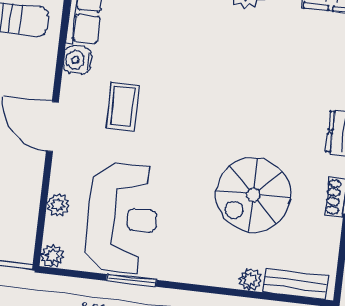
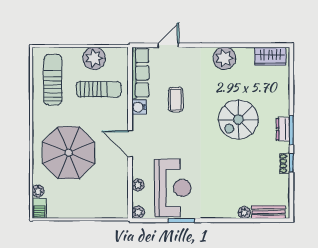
coffee table: (123, 107) -> (176, 100), moved
spiral stairs: (253, 195) -> (238, 120), moved

